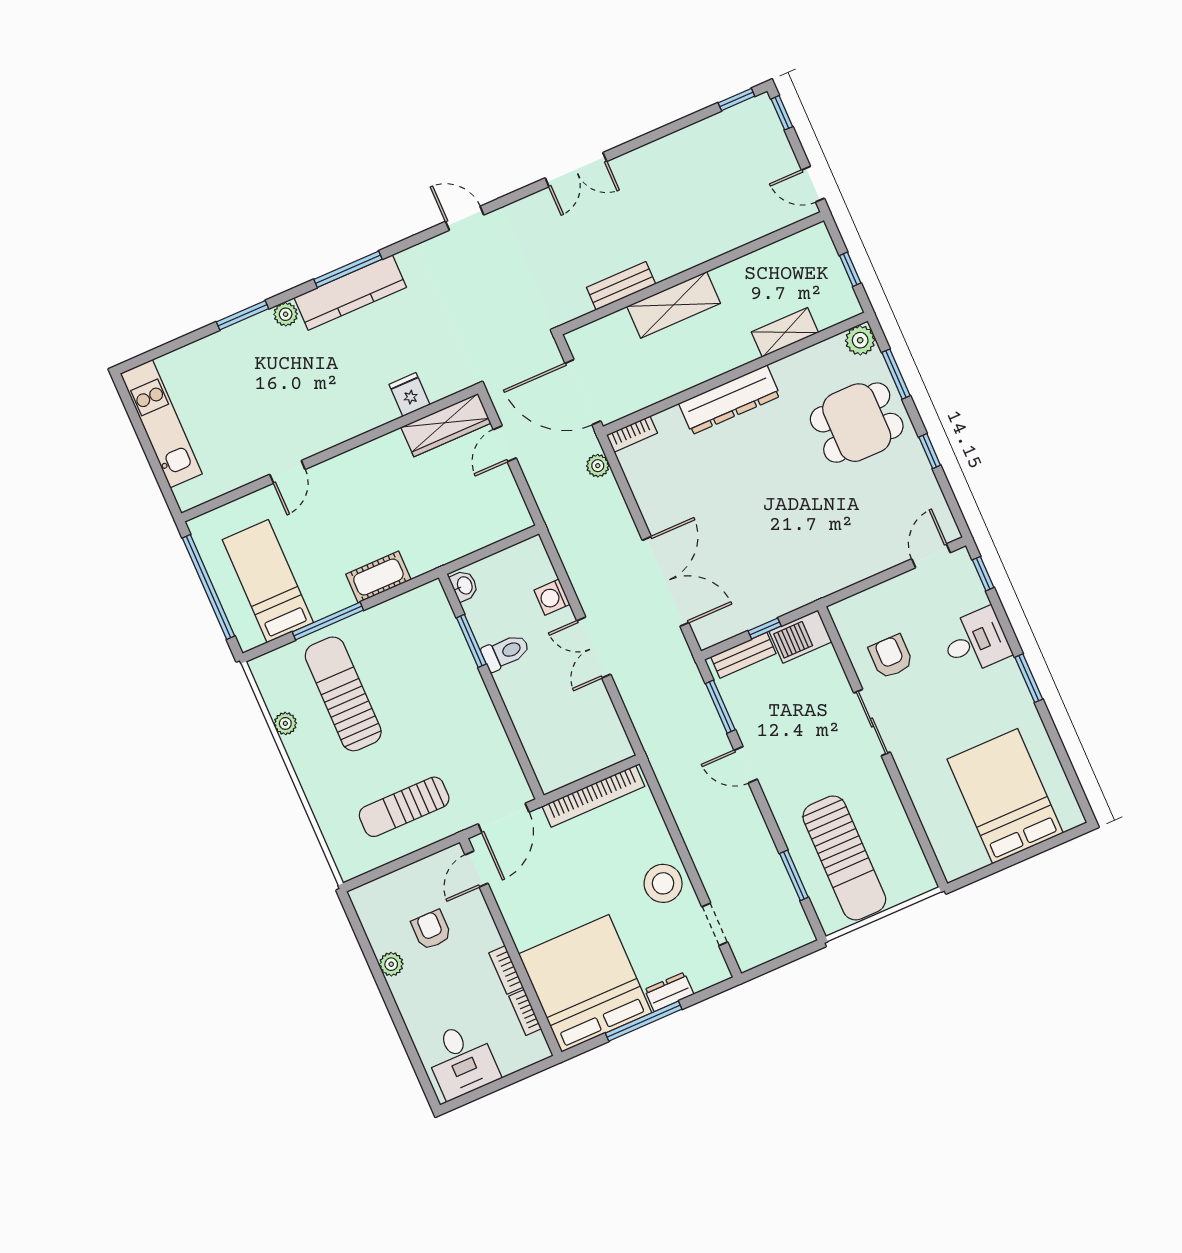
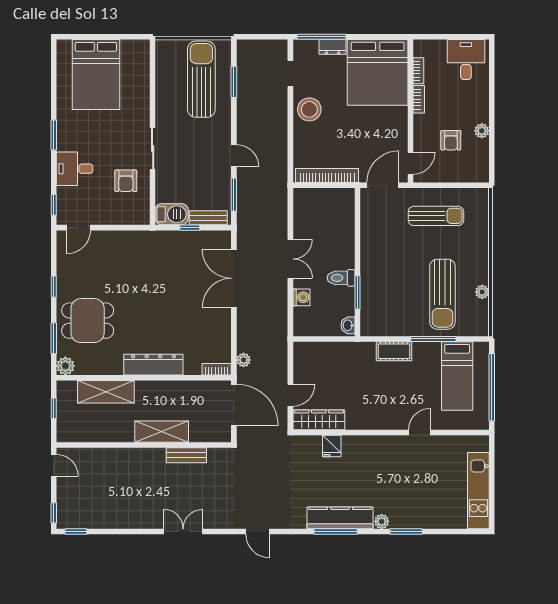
shelving: (785, 332) -> (106, 392), width x1.50, depth x1.33
window: (644, 1021) -> (321, 37), moved

